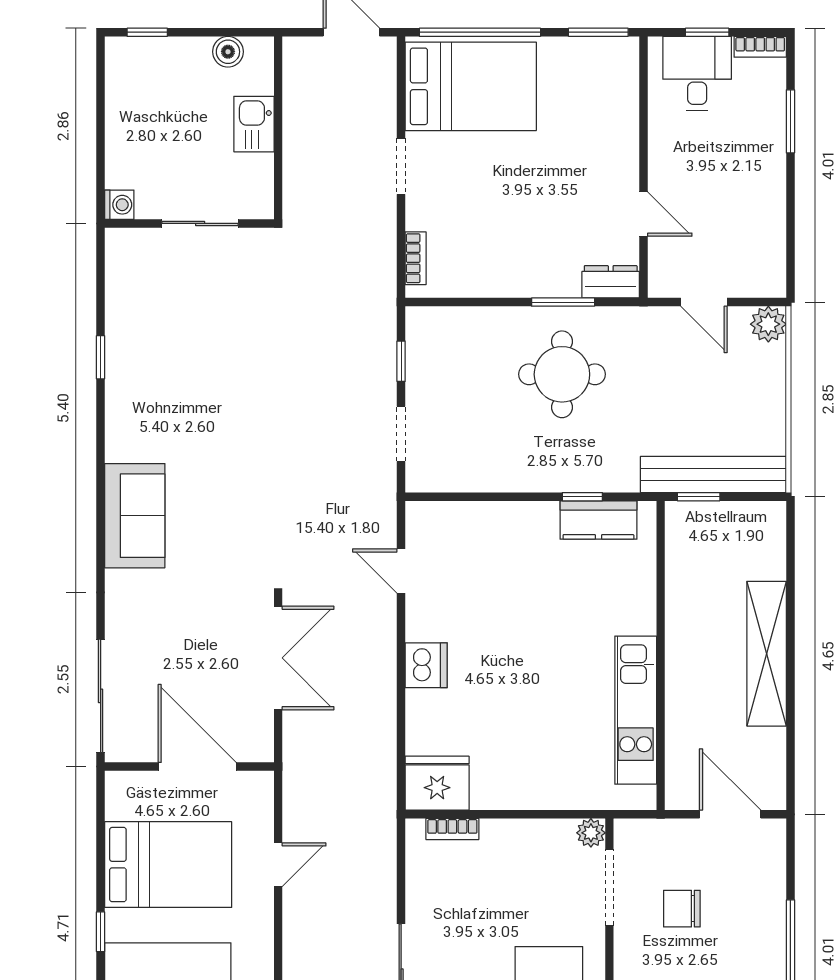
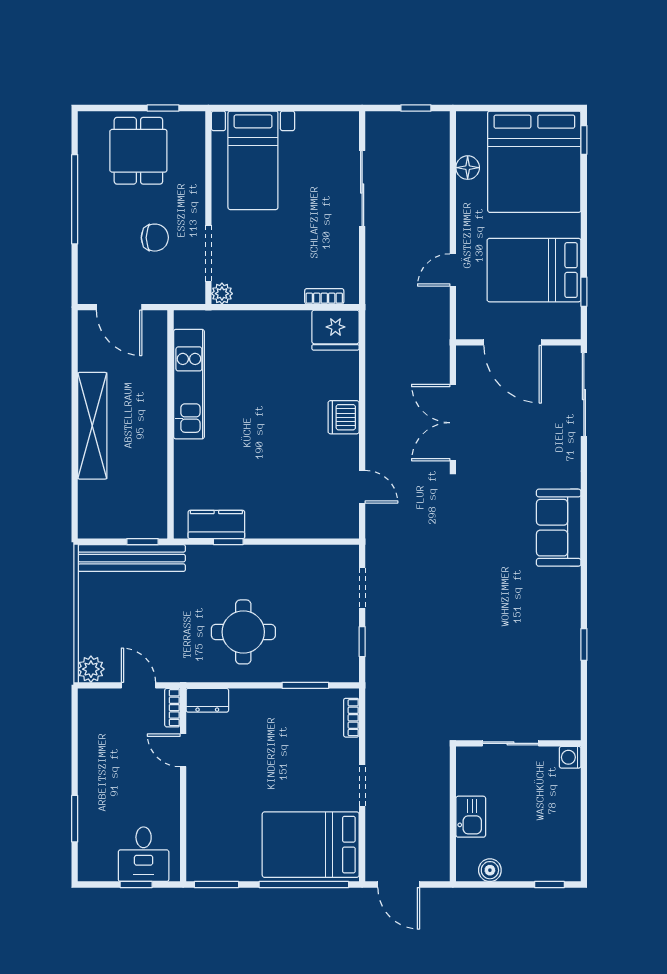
bookcase: (760, 47) -> (172, 708), moved, turned -90
window: (563, 302) -> (305, 685), moved
window: (101, 932) -> (584, 292), moved

